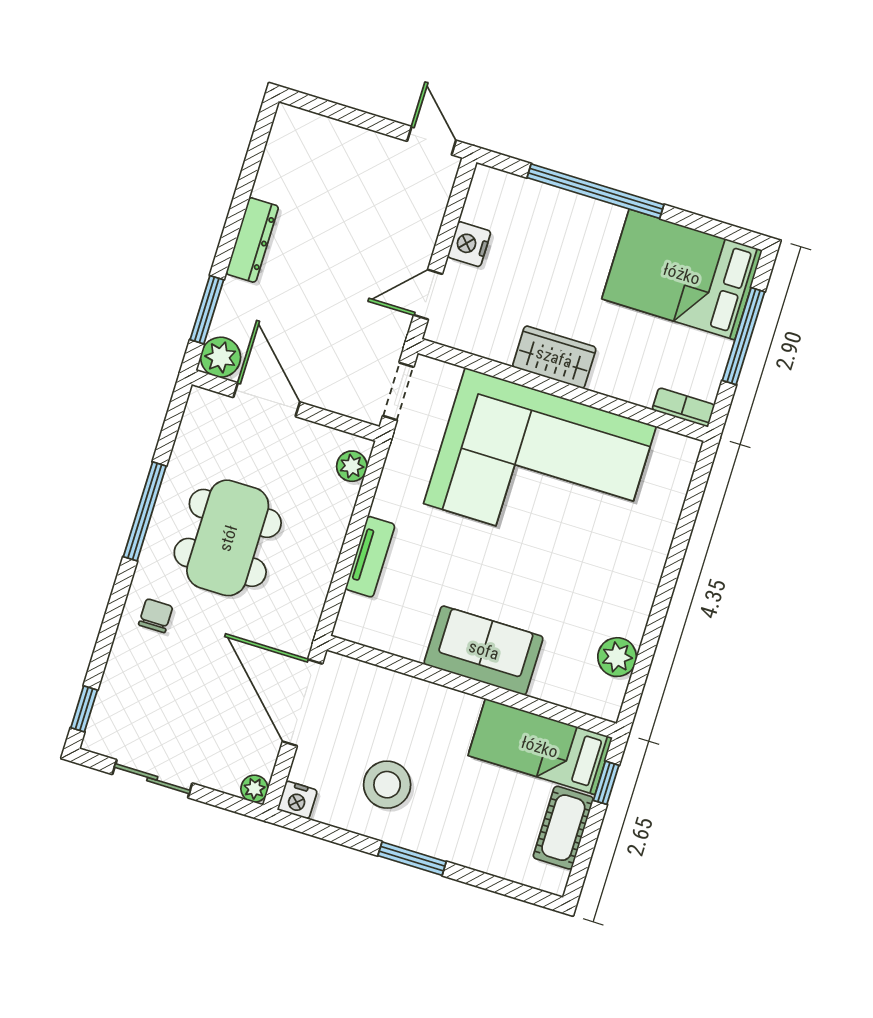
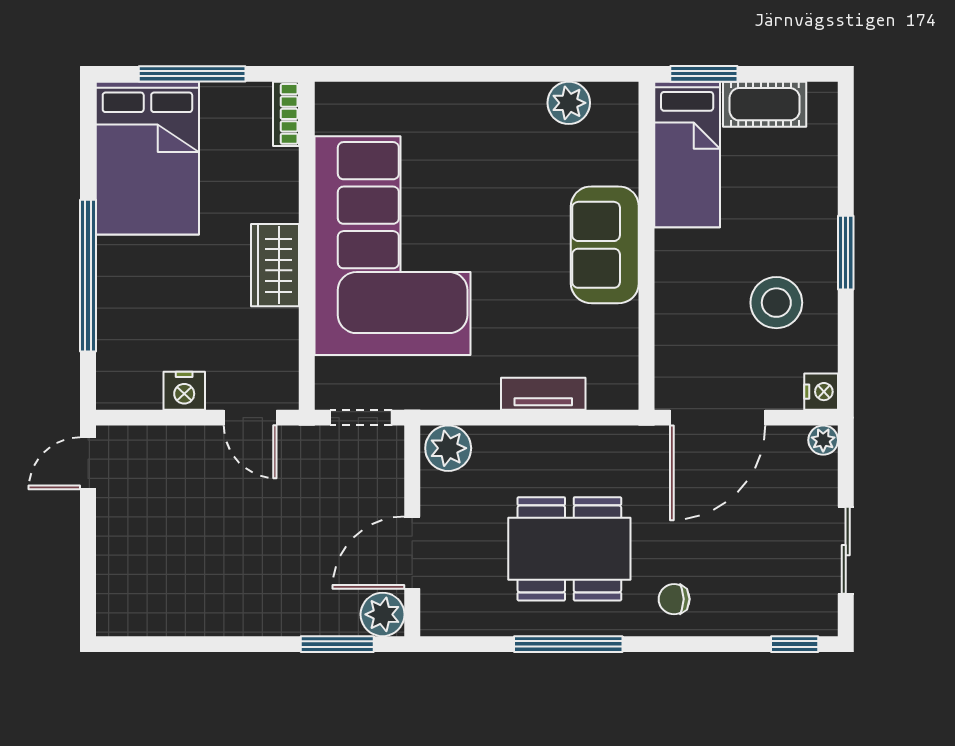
dresser: (252, 240) -> (250, 619), removed
plant: (352, 466) -> (448, 448), width x1.38, depth x1.38
window: (606, 783) -> (704, 74), width x1.50

